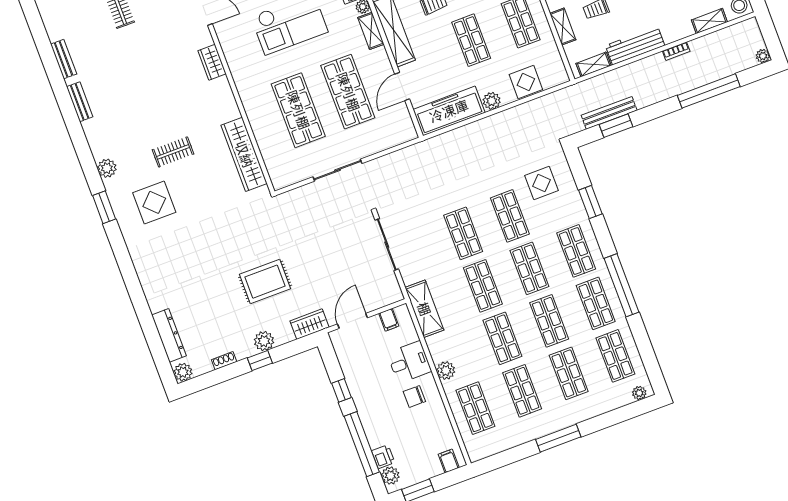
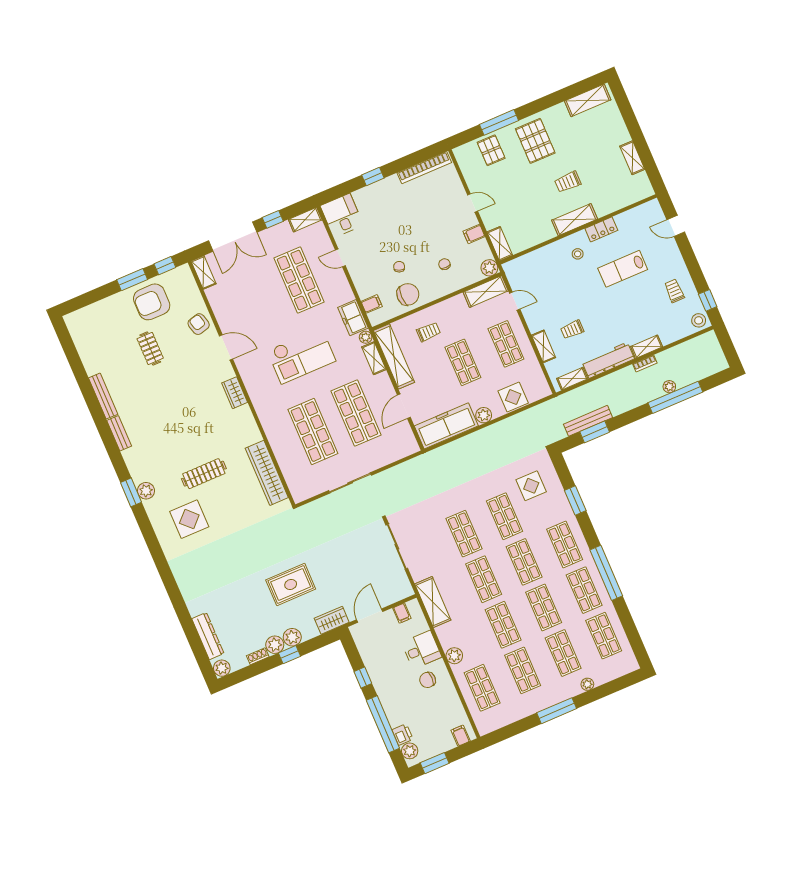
shelving: (709, 21) -> (647, 347), moved
plant: (763, 56) -> (669, 387), moved
bench: (64, 59) -> (103, 396), width x1.36
clothes rail: (173, 152) -> (204, 474), width x1.36
window: (104, 207) -> (131, 492), moved
plant: (244, 349) -> (275, 645), added
plant: (639, 393) -> (587, 684), moved

